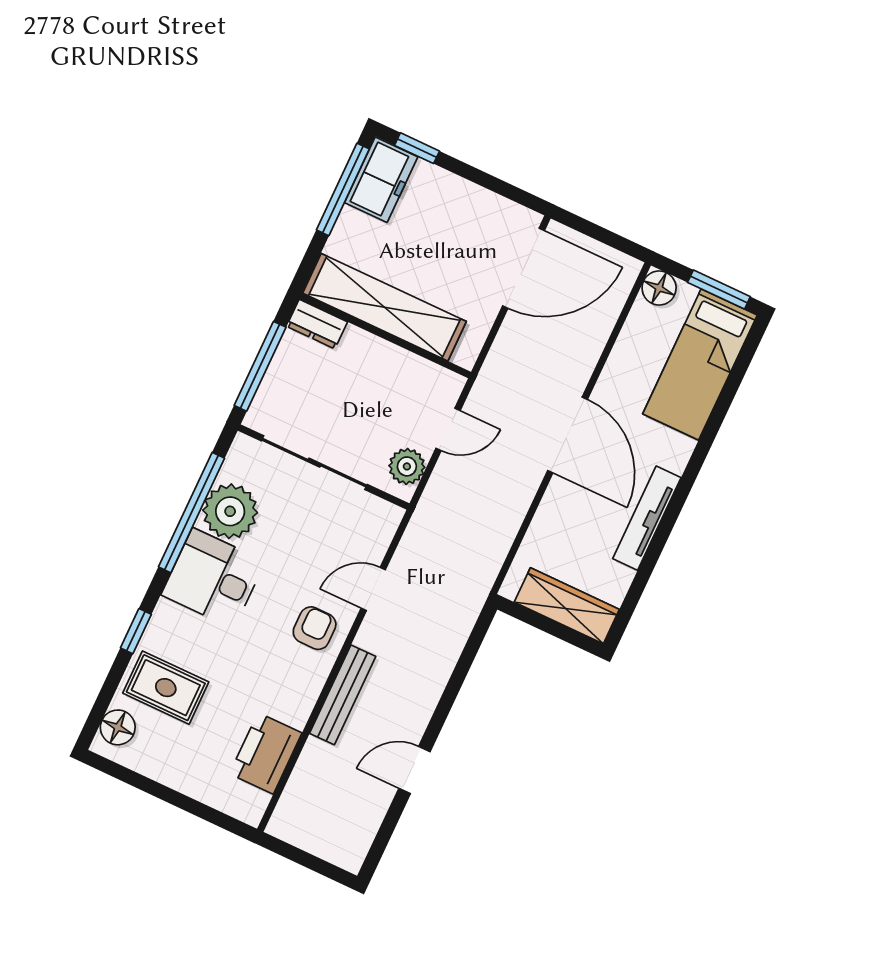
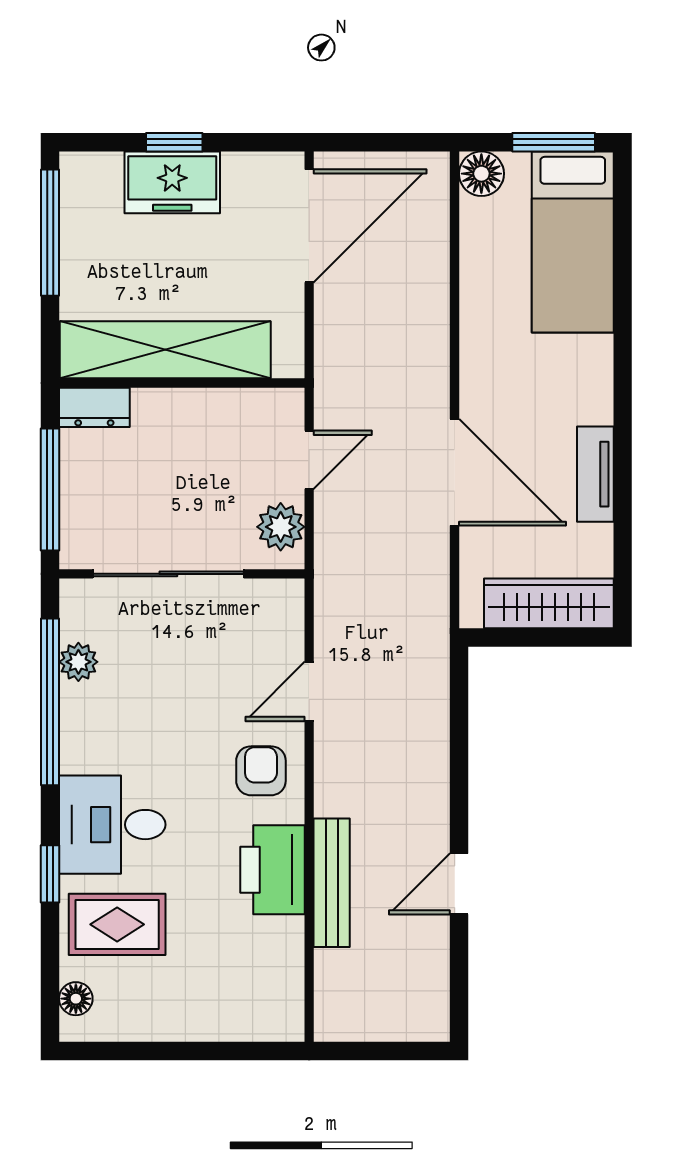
window: (417, 148) -> (174, 142), moved
freezer: (381, 180) -> (172, 182), moved, turned 90
door: (568, 435) -> (455, 472), moved
plant: (230, 511) -> (78, 662), width x0.53, depth x0.53
tv unit: (647, 518) -> (595, 474), width x0.71
desk: (213, 578) -> (112, 825), moved
bench: (343, 695) -> (332, 883), moved
floor lamp: (118, 727) -> (76, 999), width x0.73, depth x0.73
printer: (266, 753) -> (273, 870), moved

